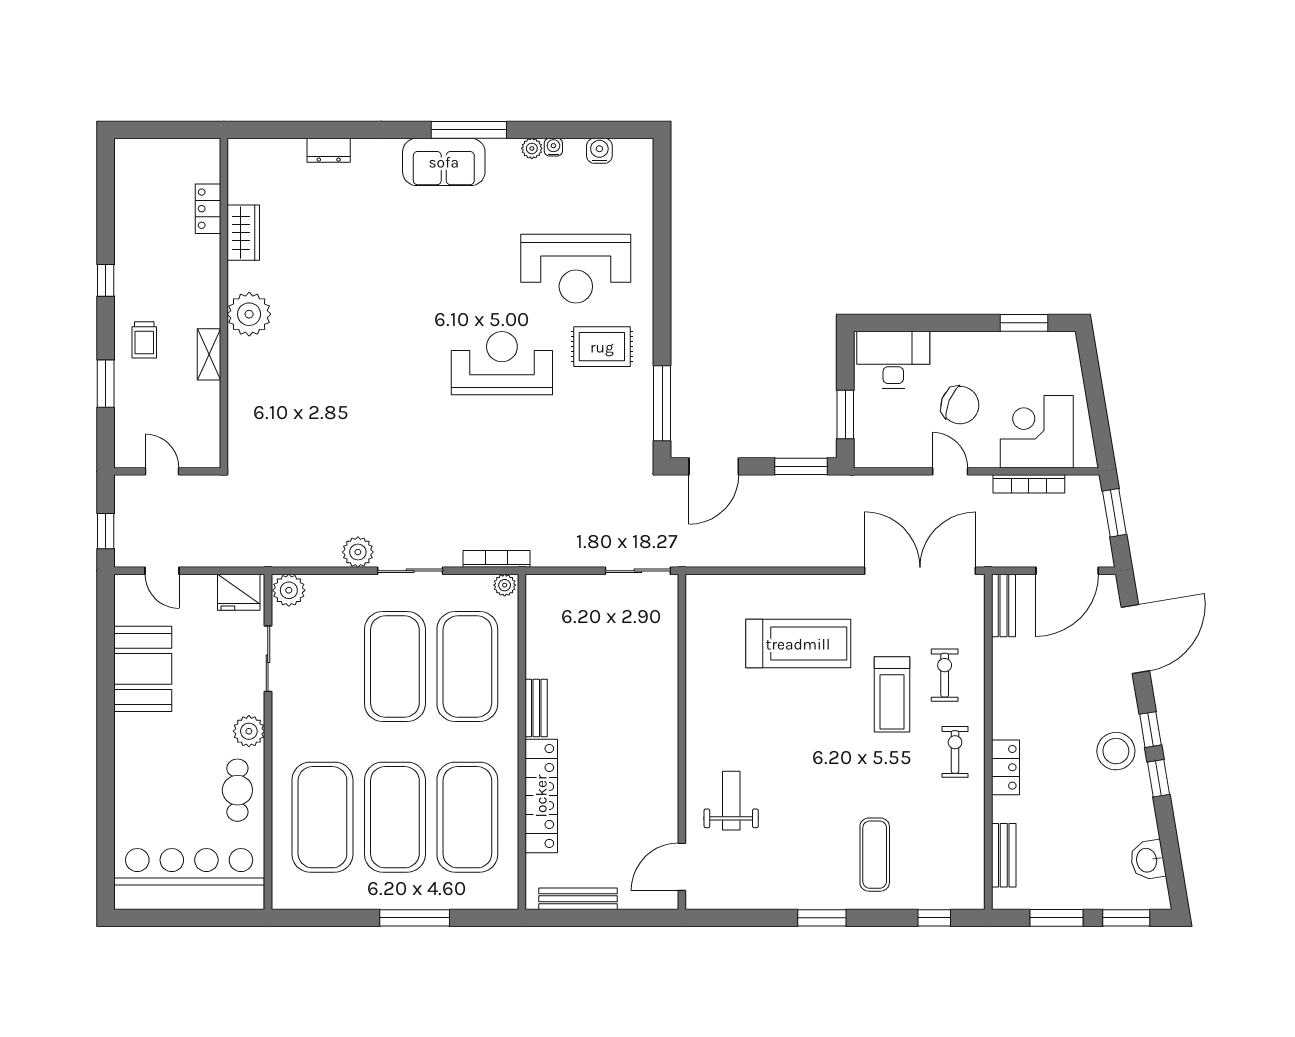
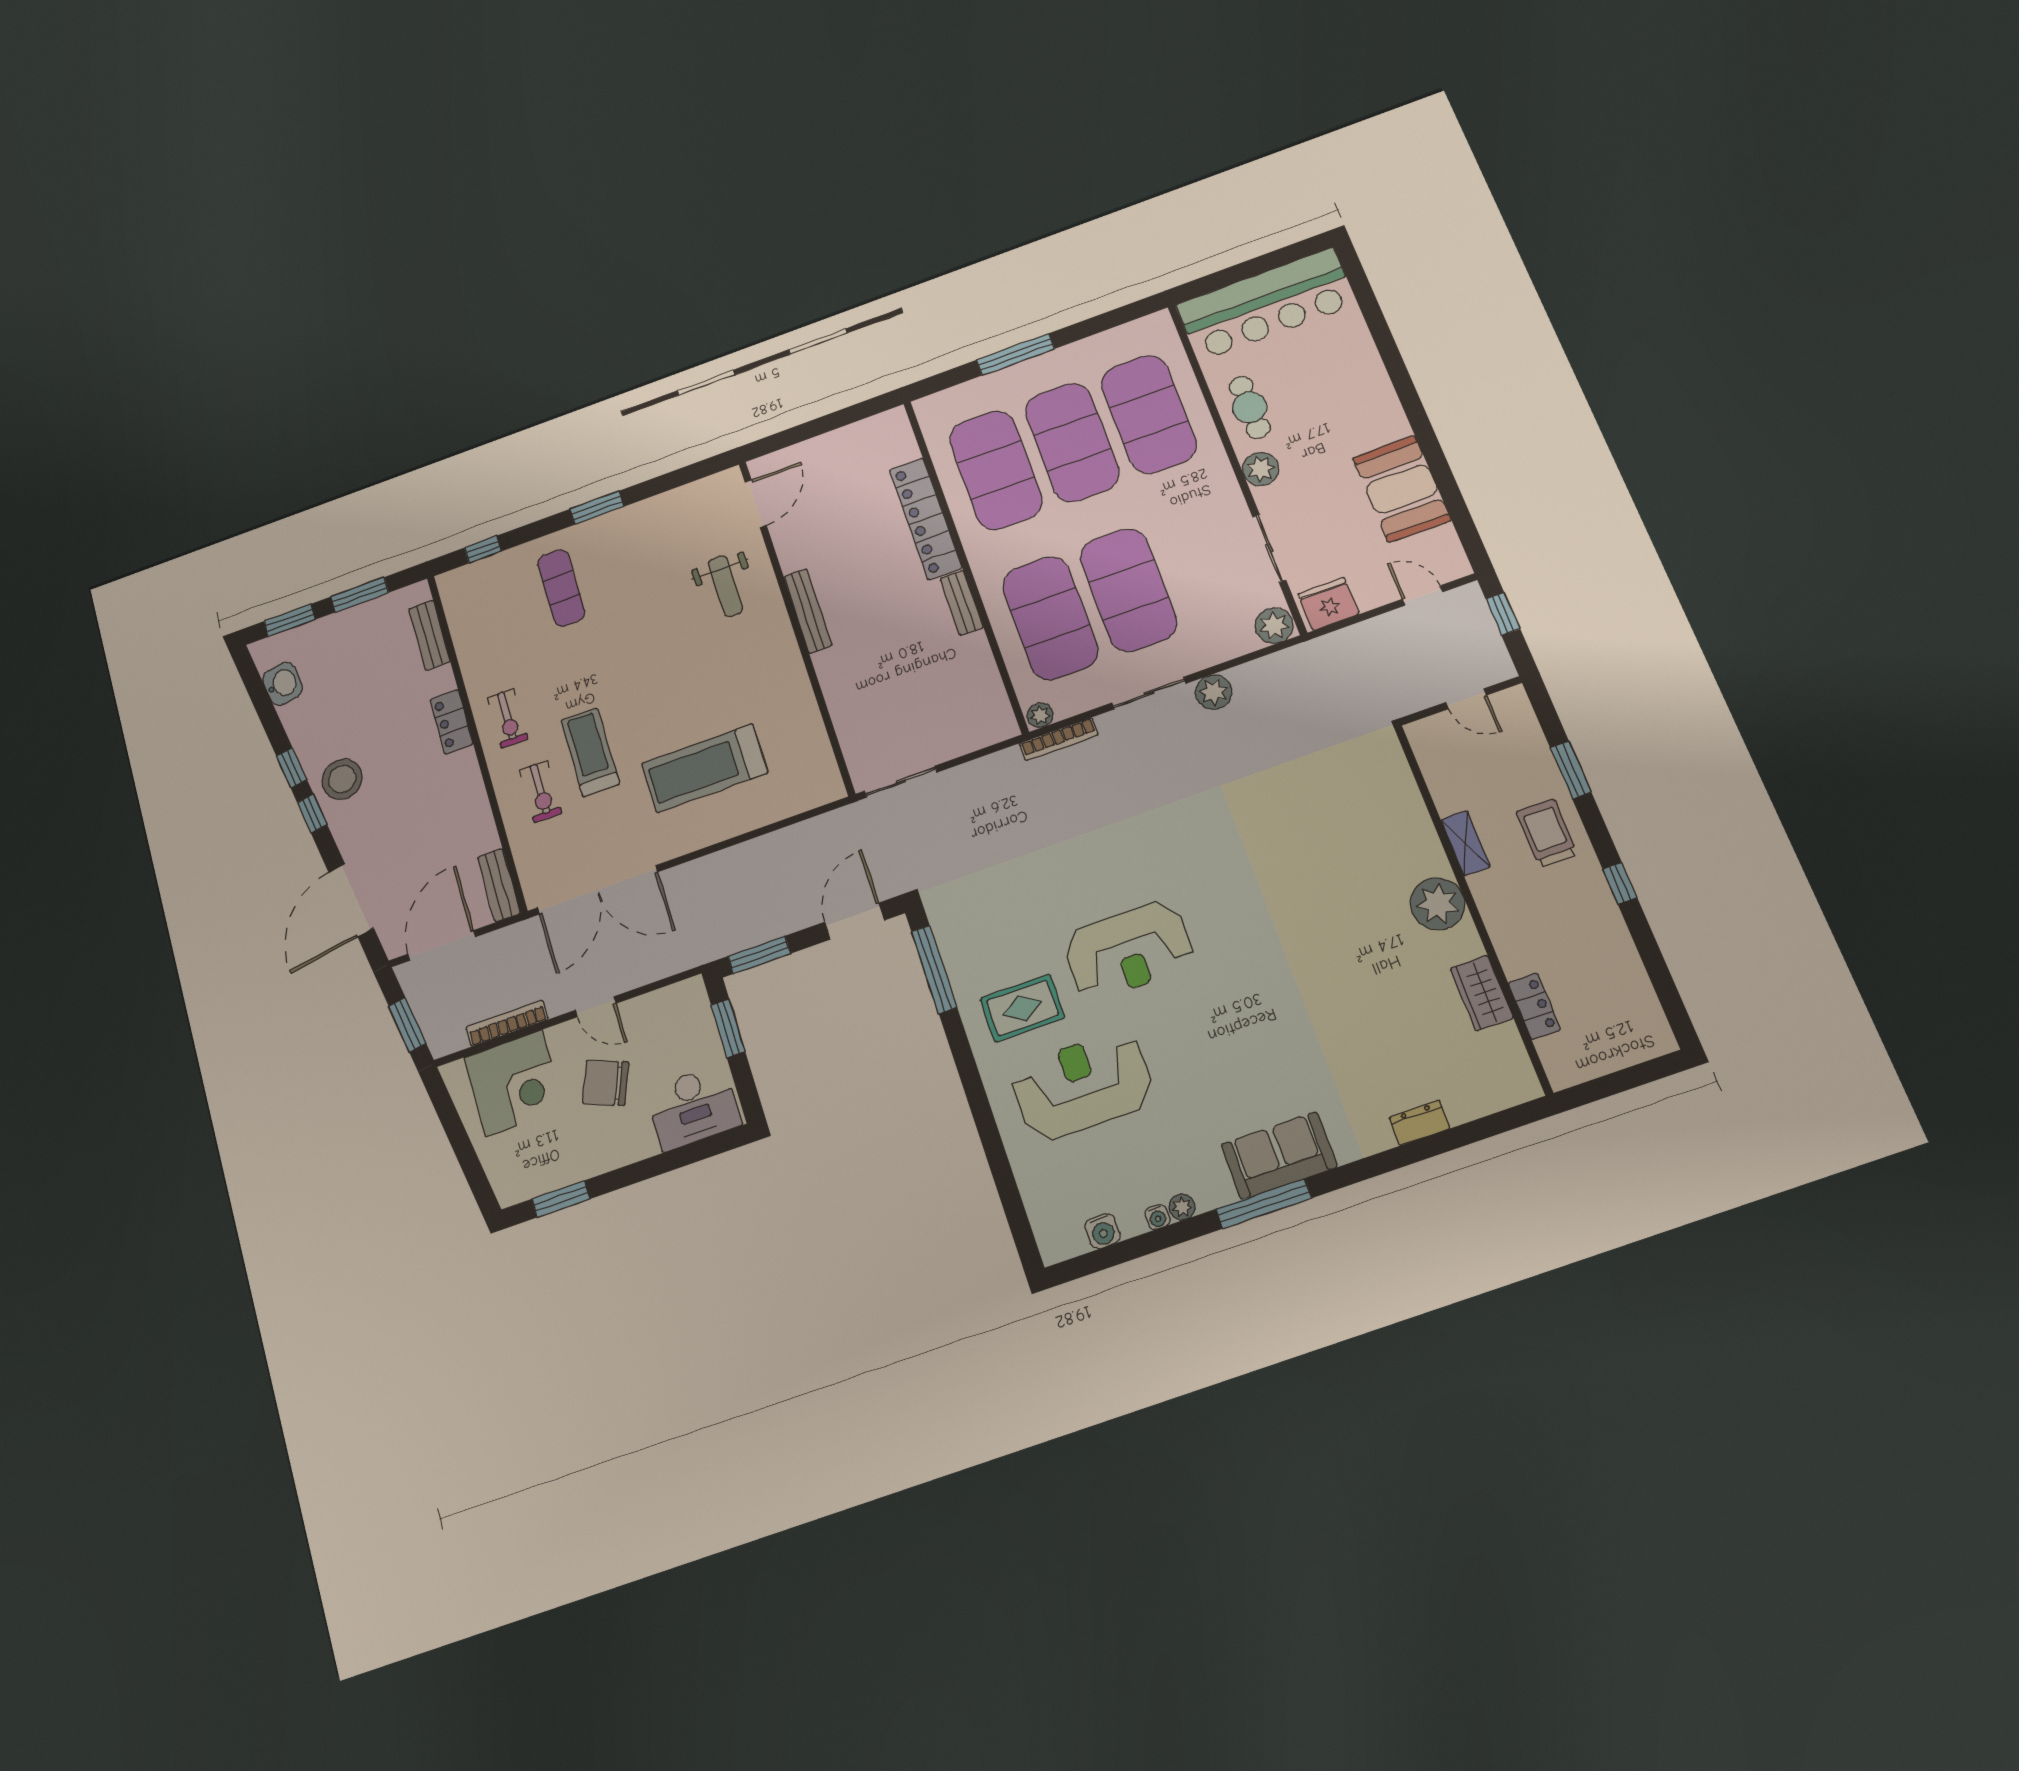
trolley: (144, 340) -> (1547, 833), width x1.36, depth x1.39
bench: (578, 899) -> (808, 611), moved, turned 90

